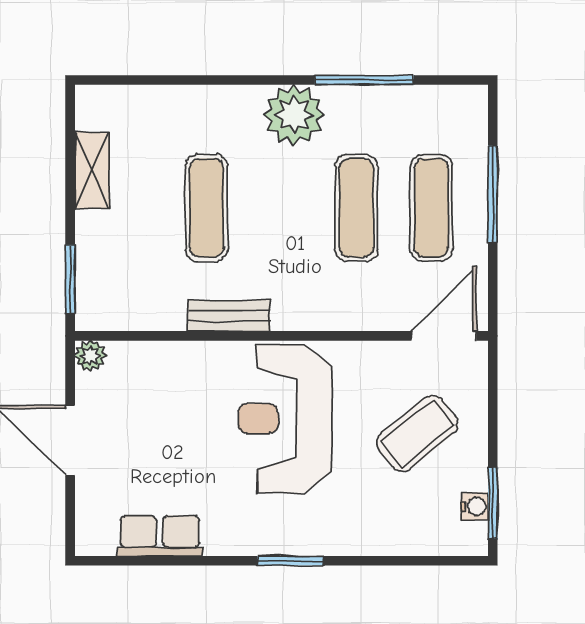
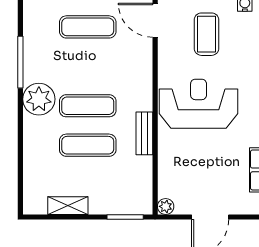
exercise mat: (356, 208) -> (88, 106), moved
reception desk: (285, 418) -> (199, 104), turned 180
coffee table: (417, 434) -> (206, 34), turned 39

